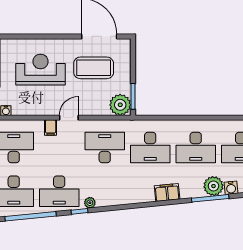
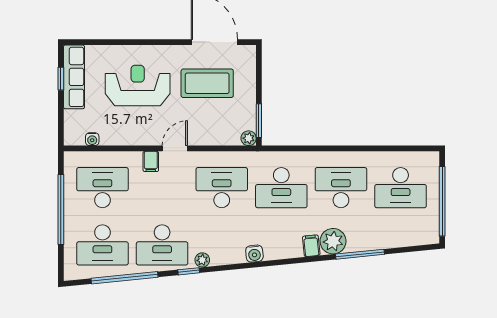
plant: (120, 105) -> (249, 138), width x0.53, depth x0.53
desk: (196, 148) -> (341, 188), turned 180
plant: (213, 186) -> (333, 241), moved
water cooler: (231, 188) -> (254, 254), moved
filing cabinet: (167, 192) -> (311, 246), width x0.50

